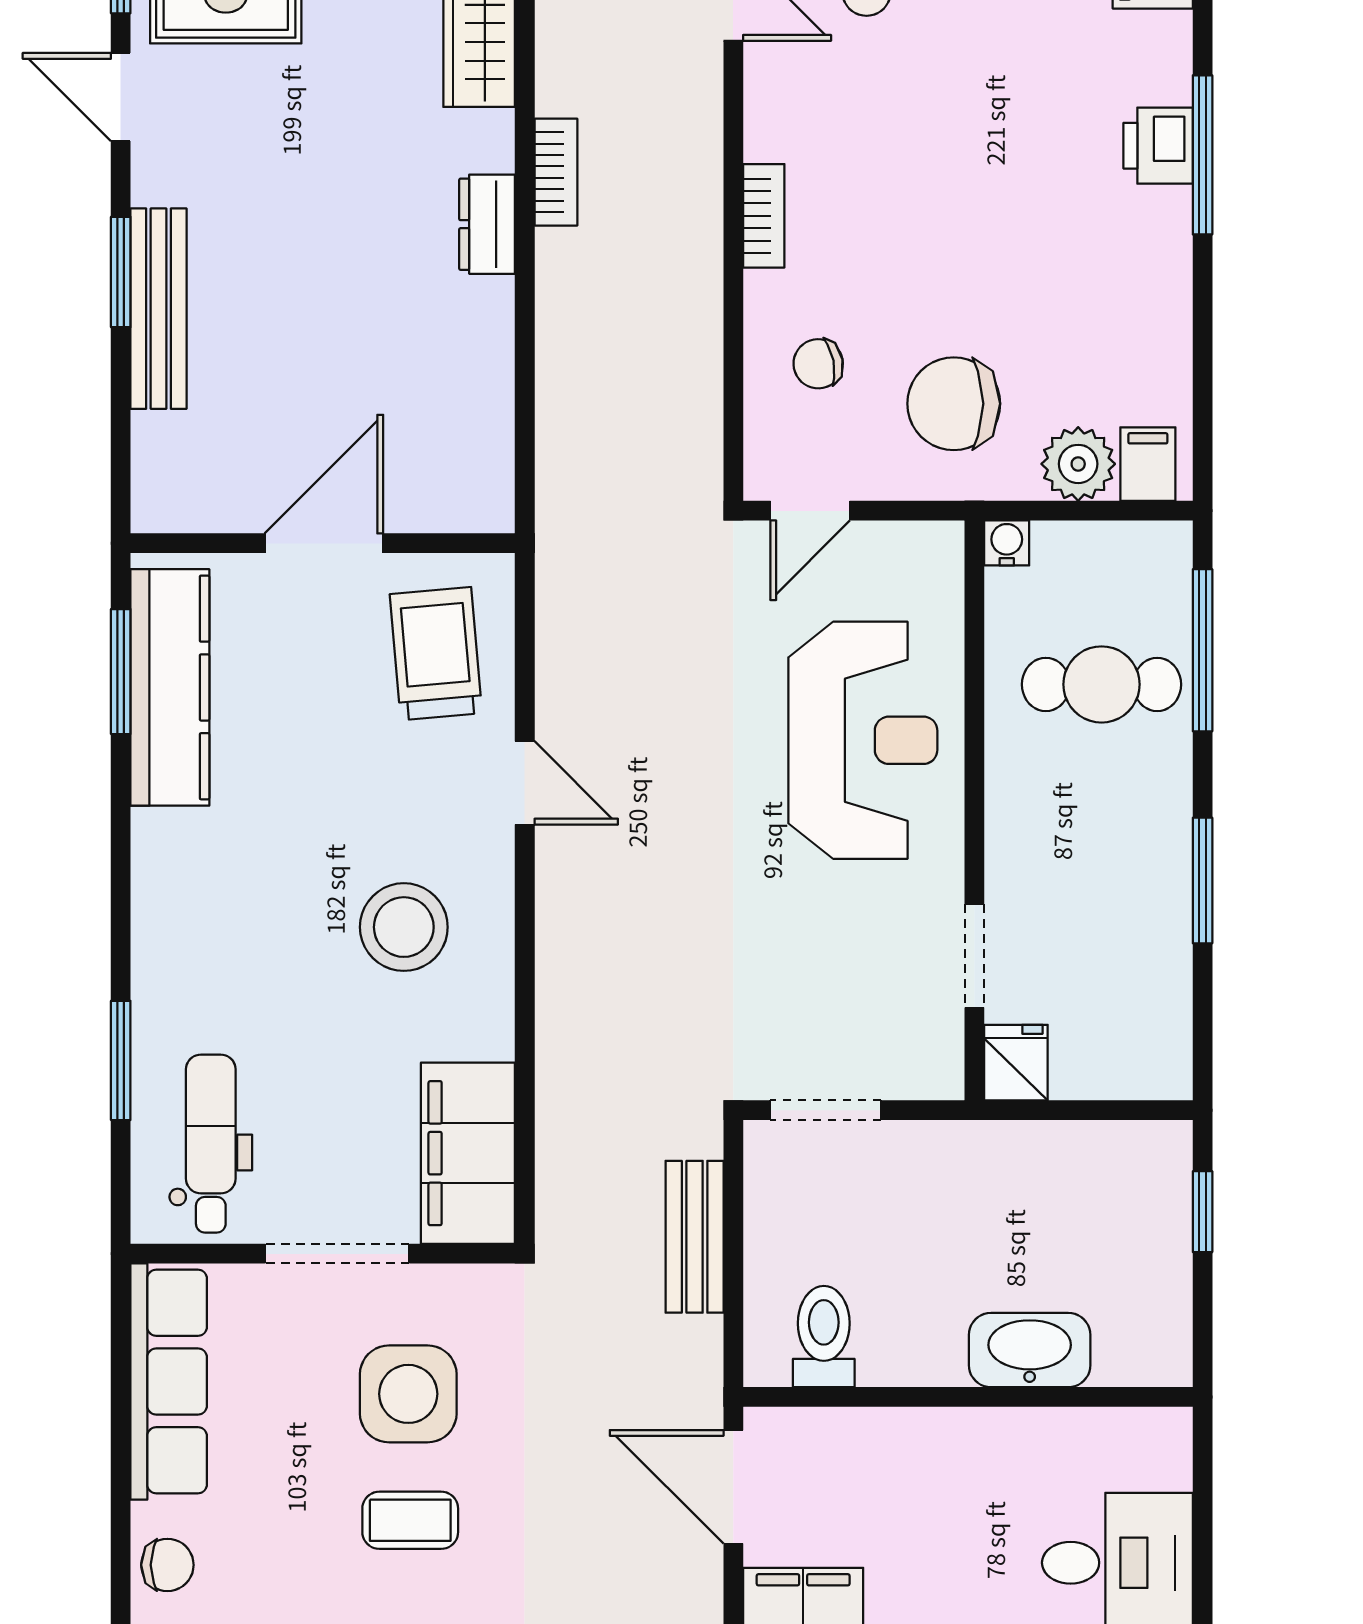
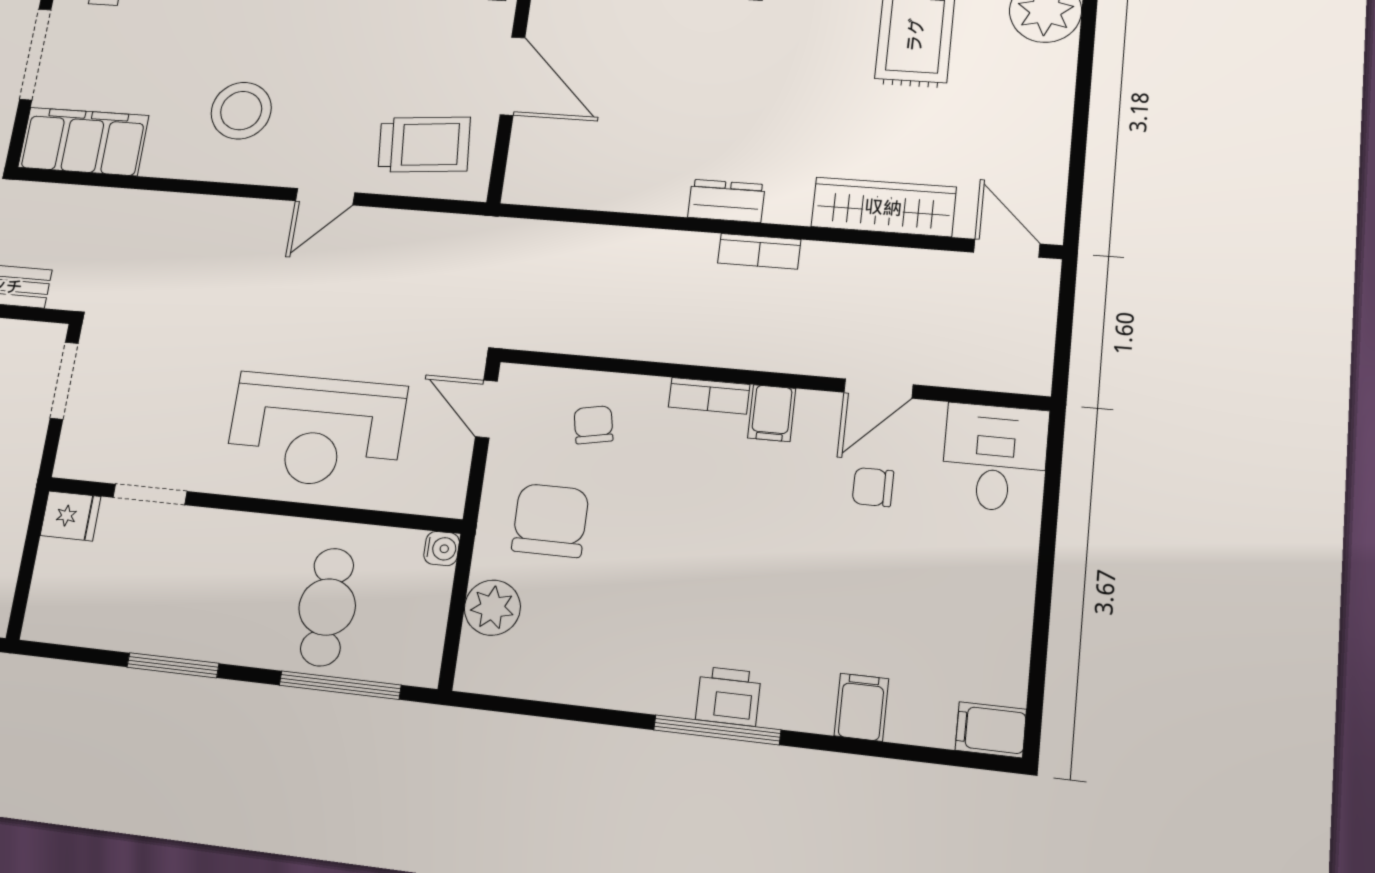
filing cabinet: (1148, 464) -> (772, 413), moved, turned 90

